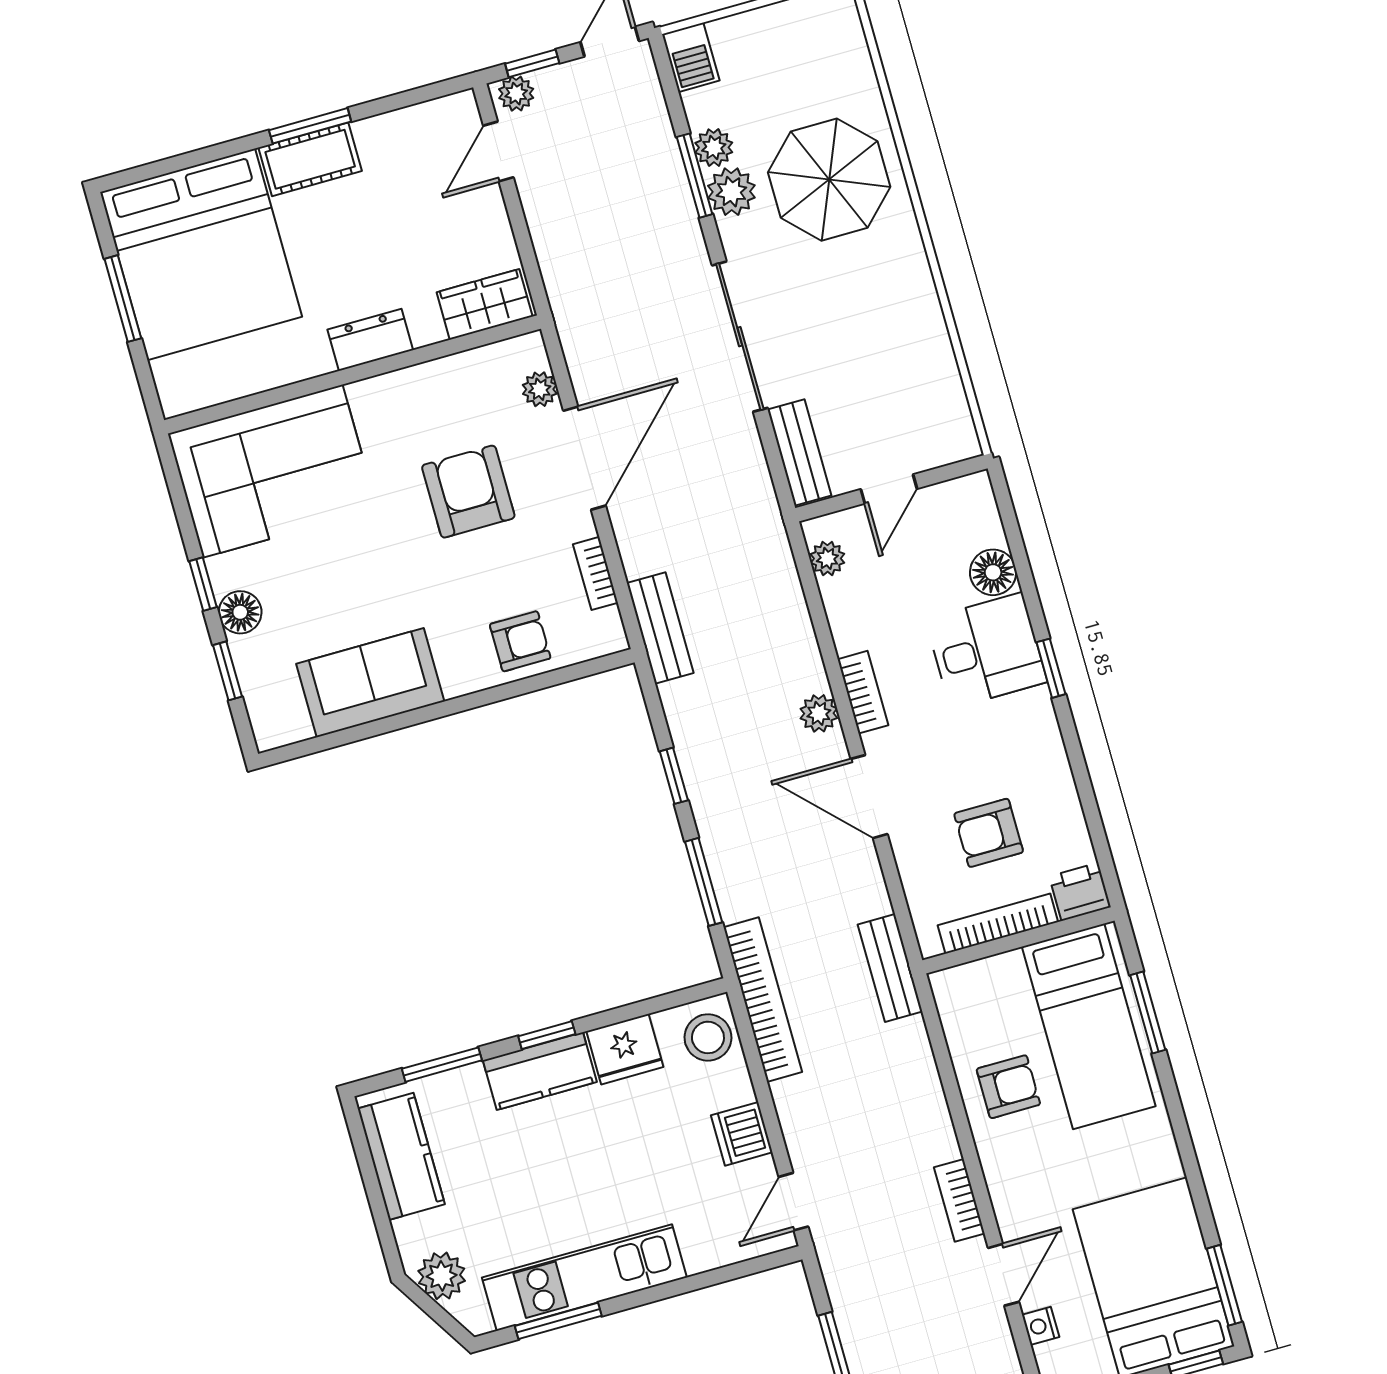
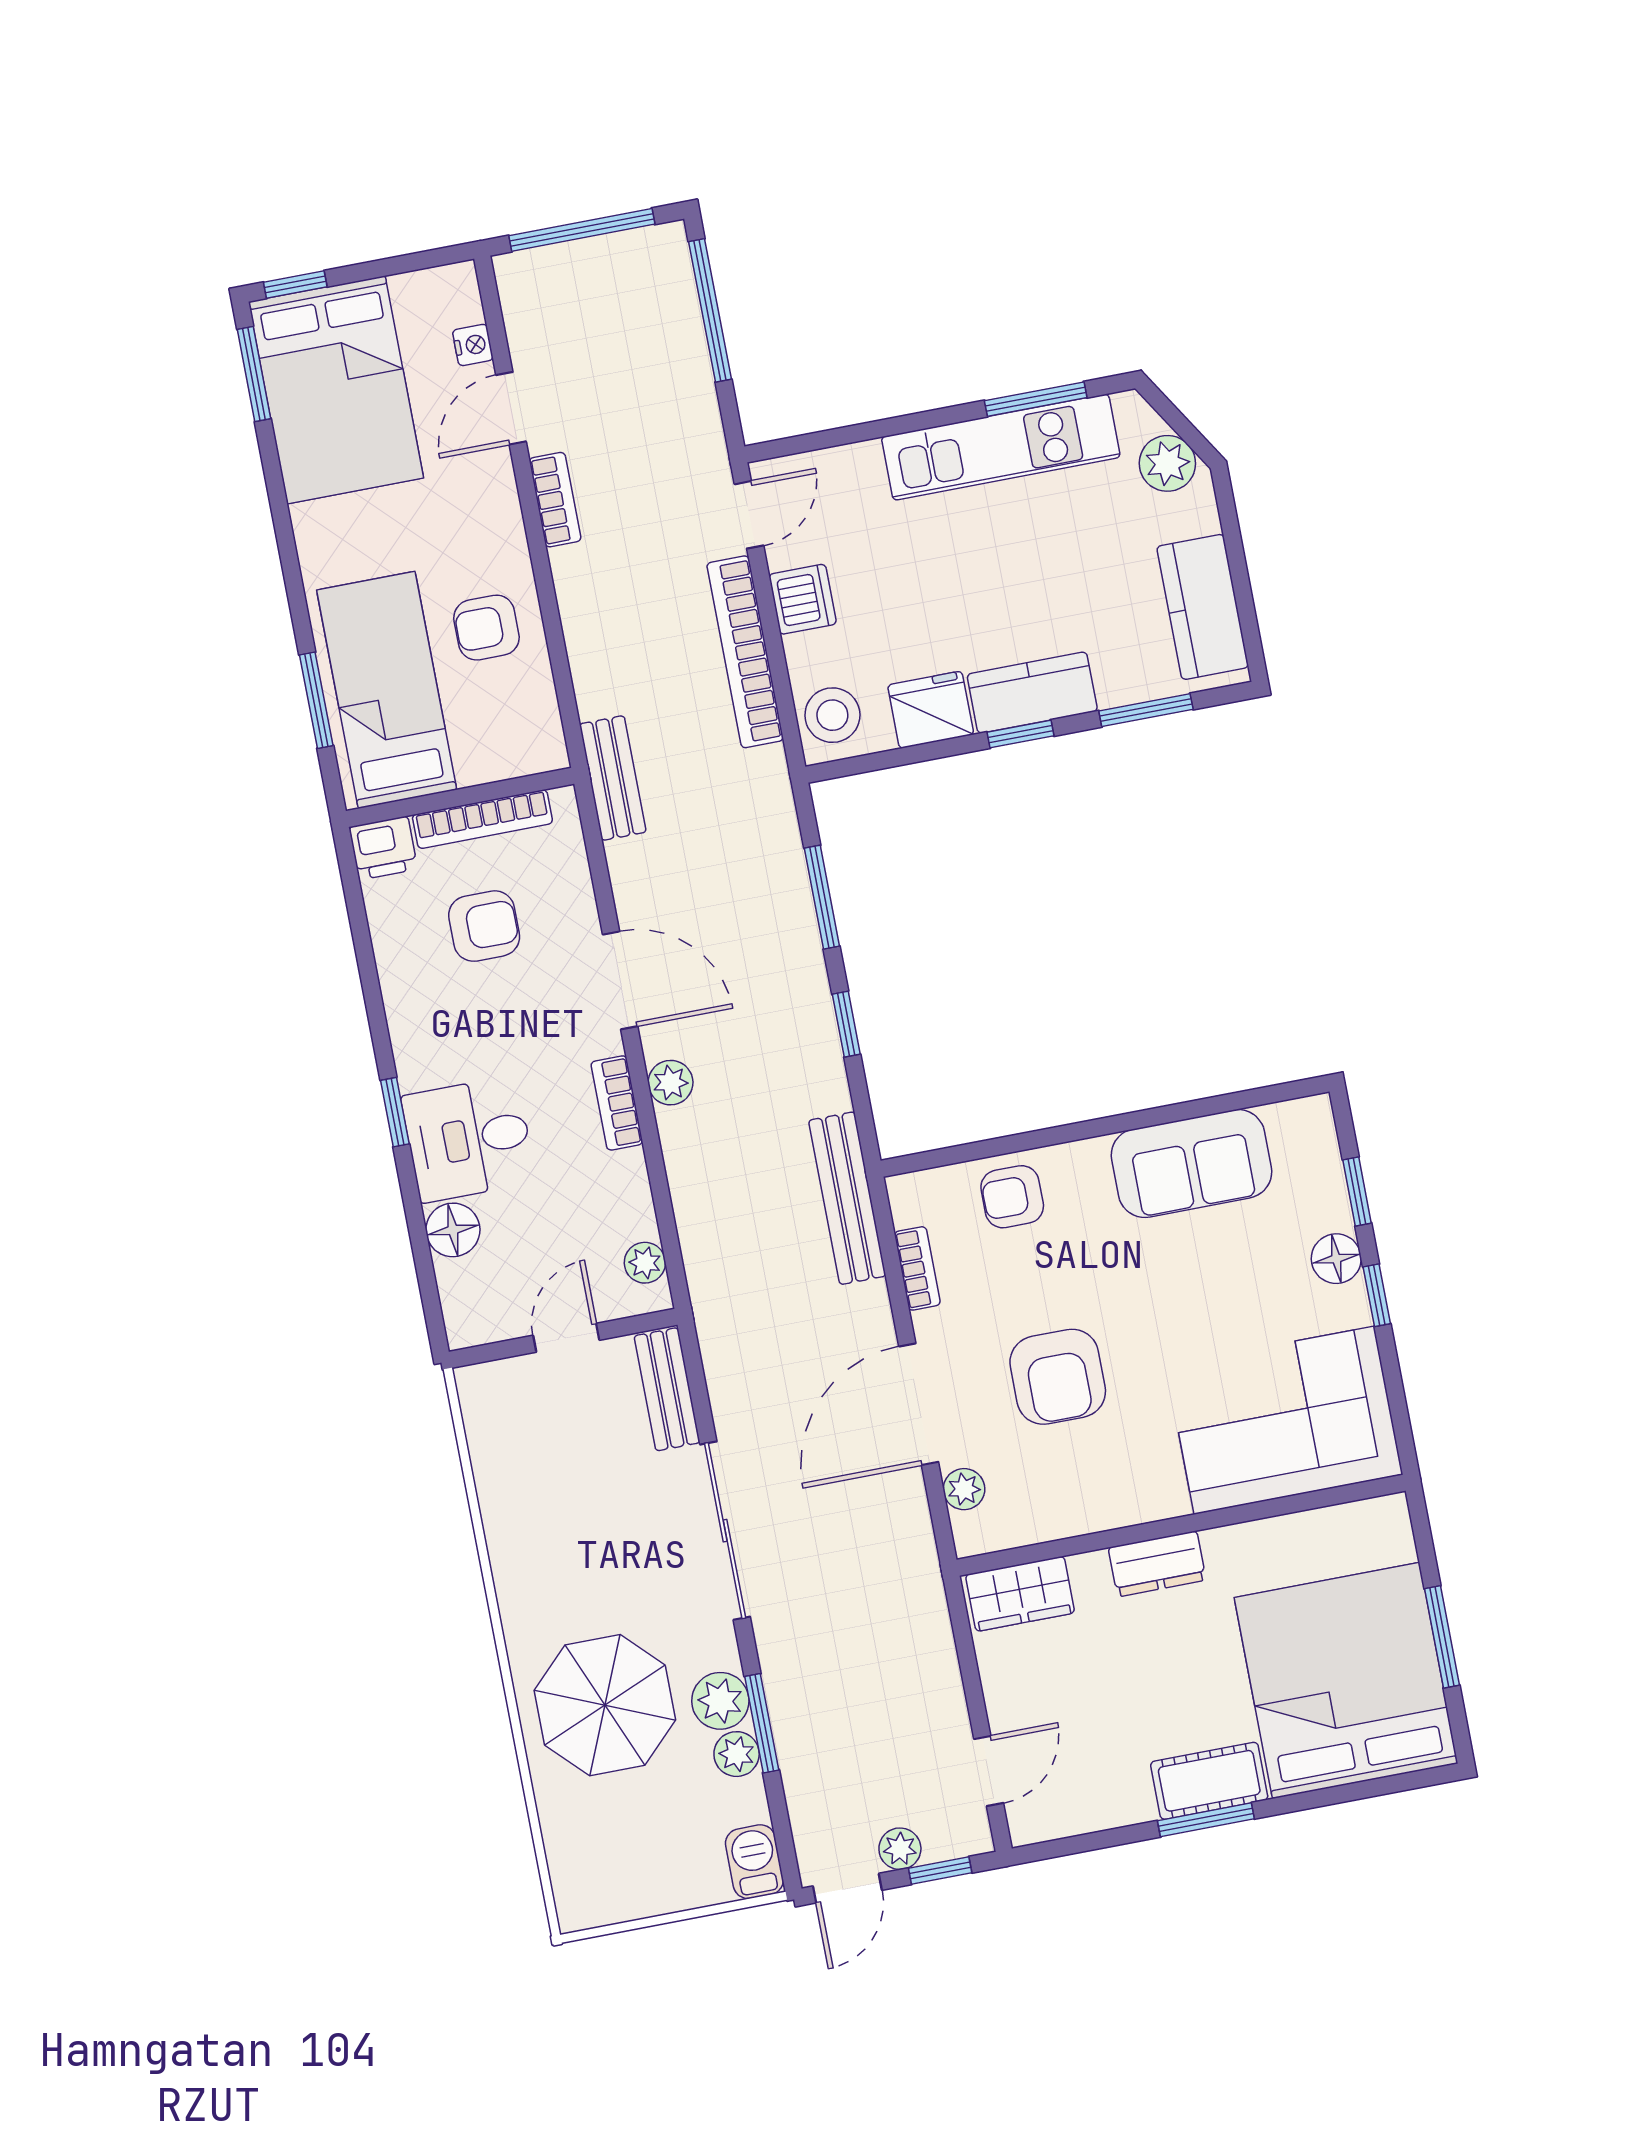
plant: (516, 94) -> (900, 1849), moved
bench: (660, 628) -> (847, 1198), width x1.36
bookcase: (763, 1000) -> (745, 652), moved

